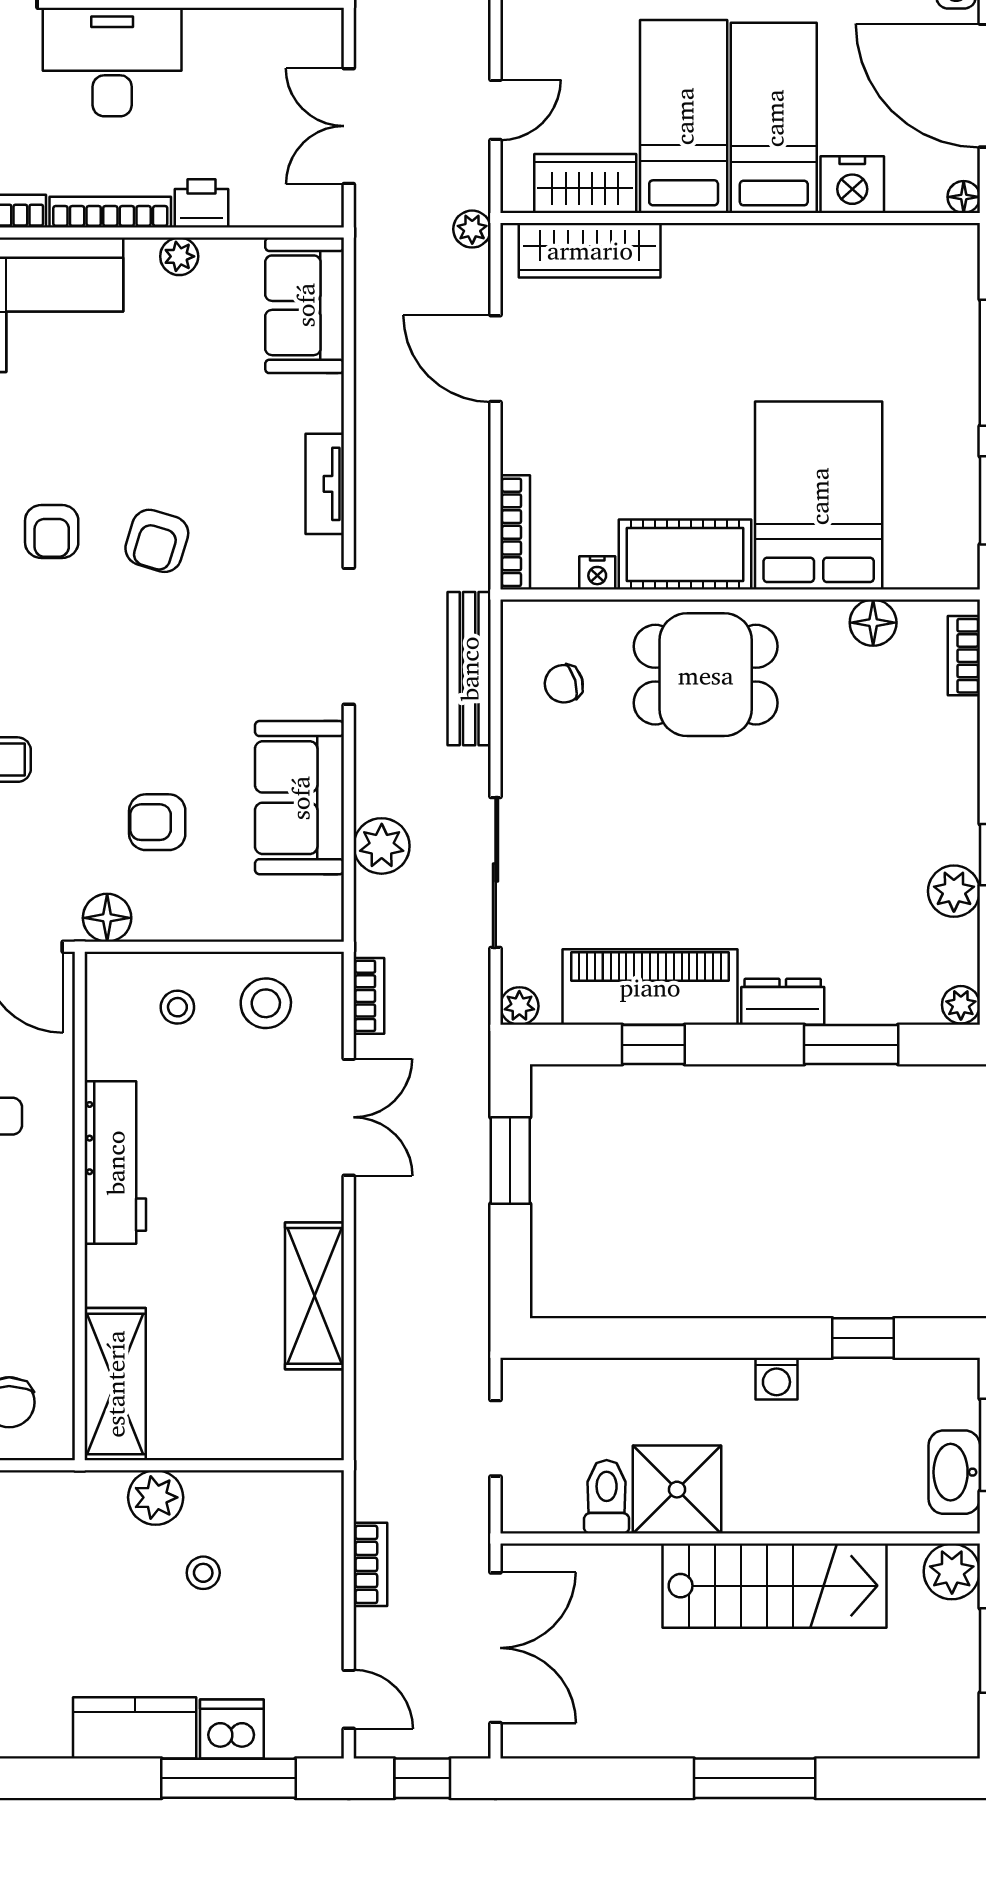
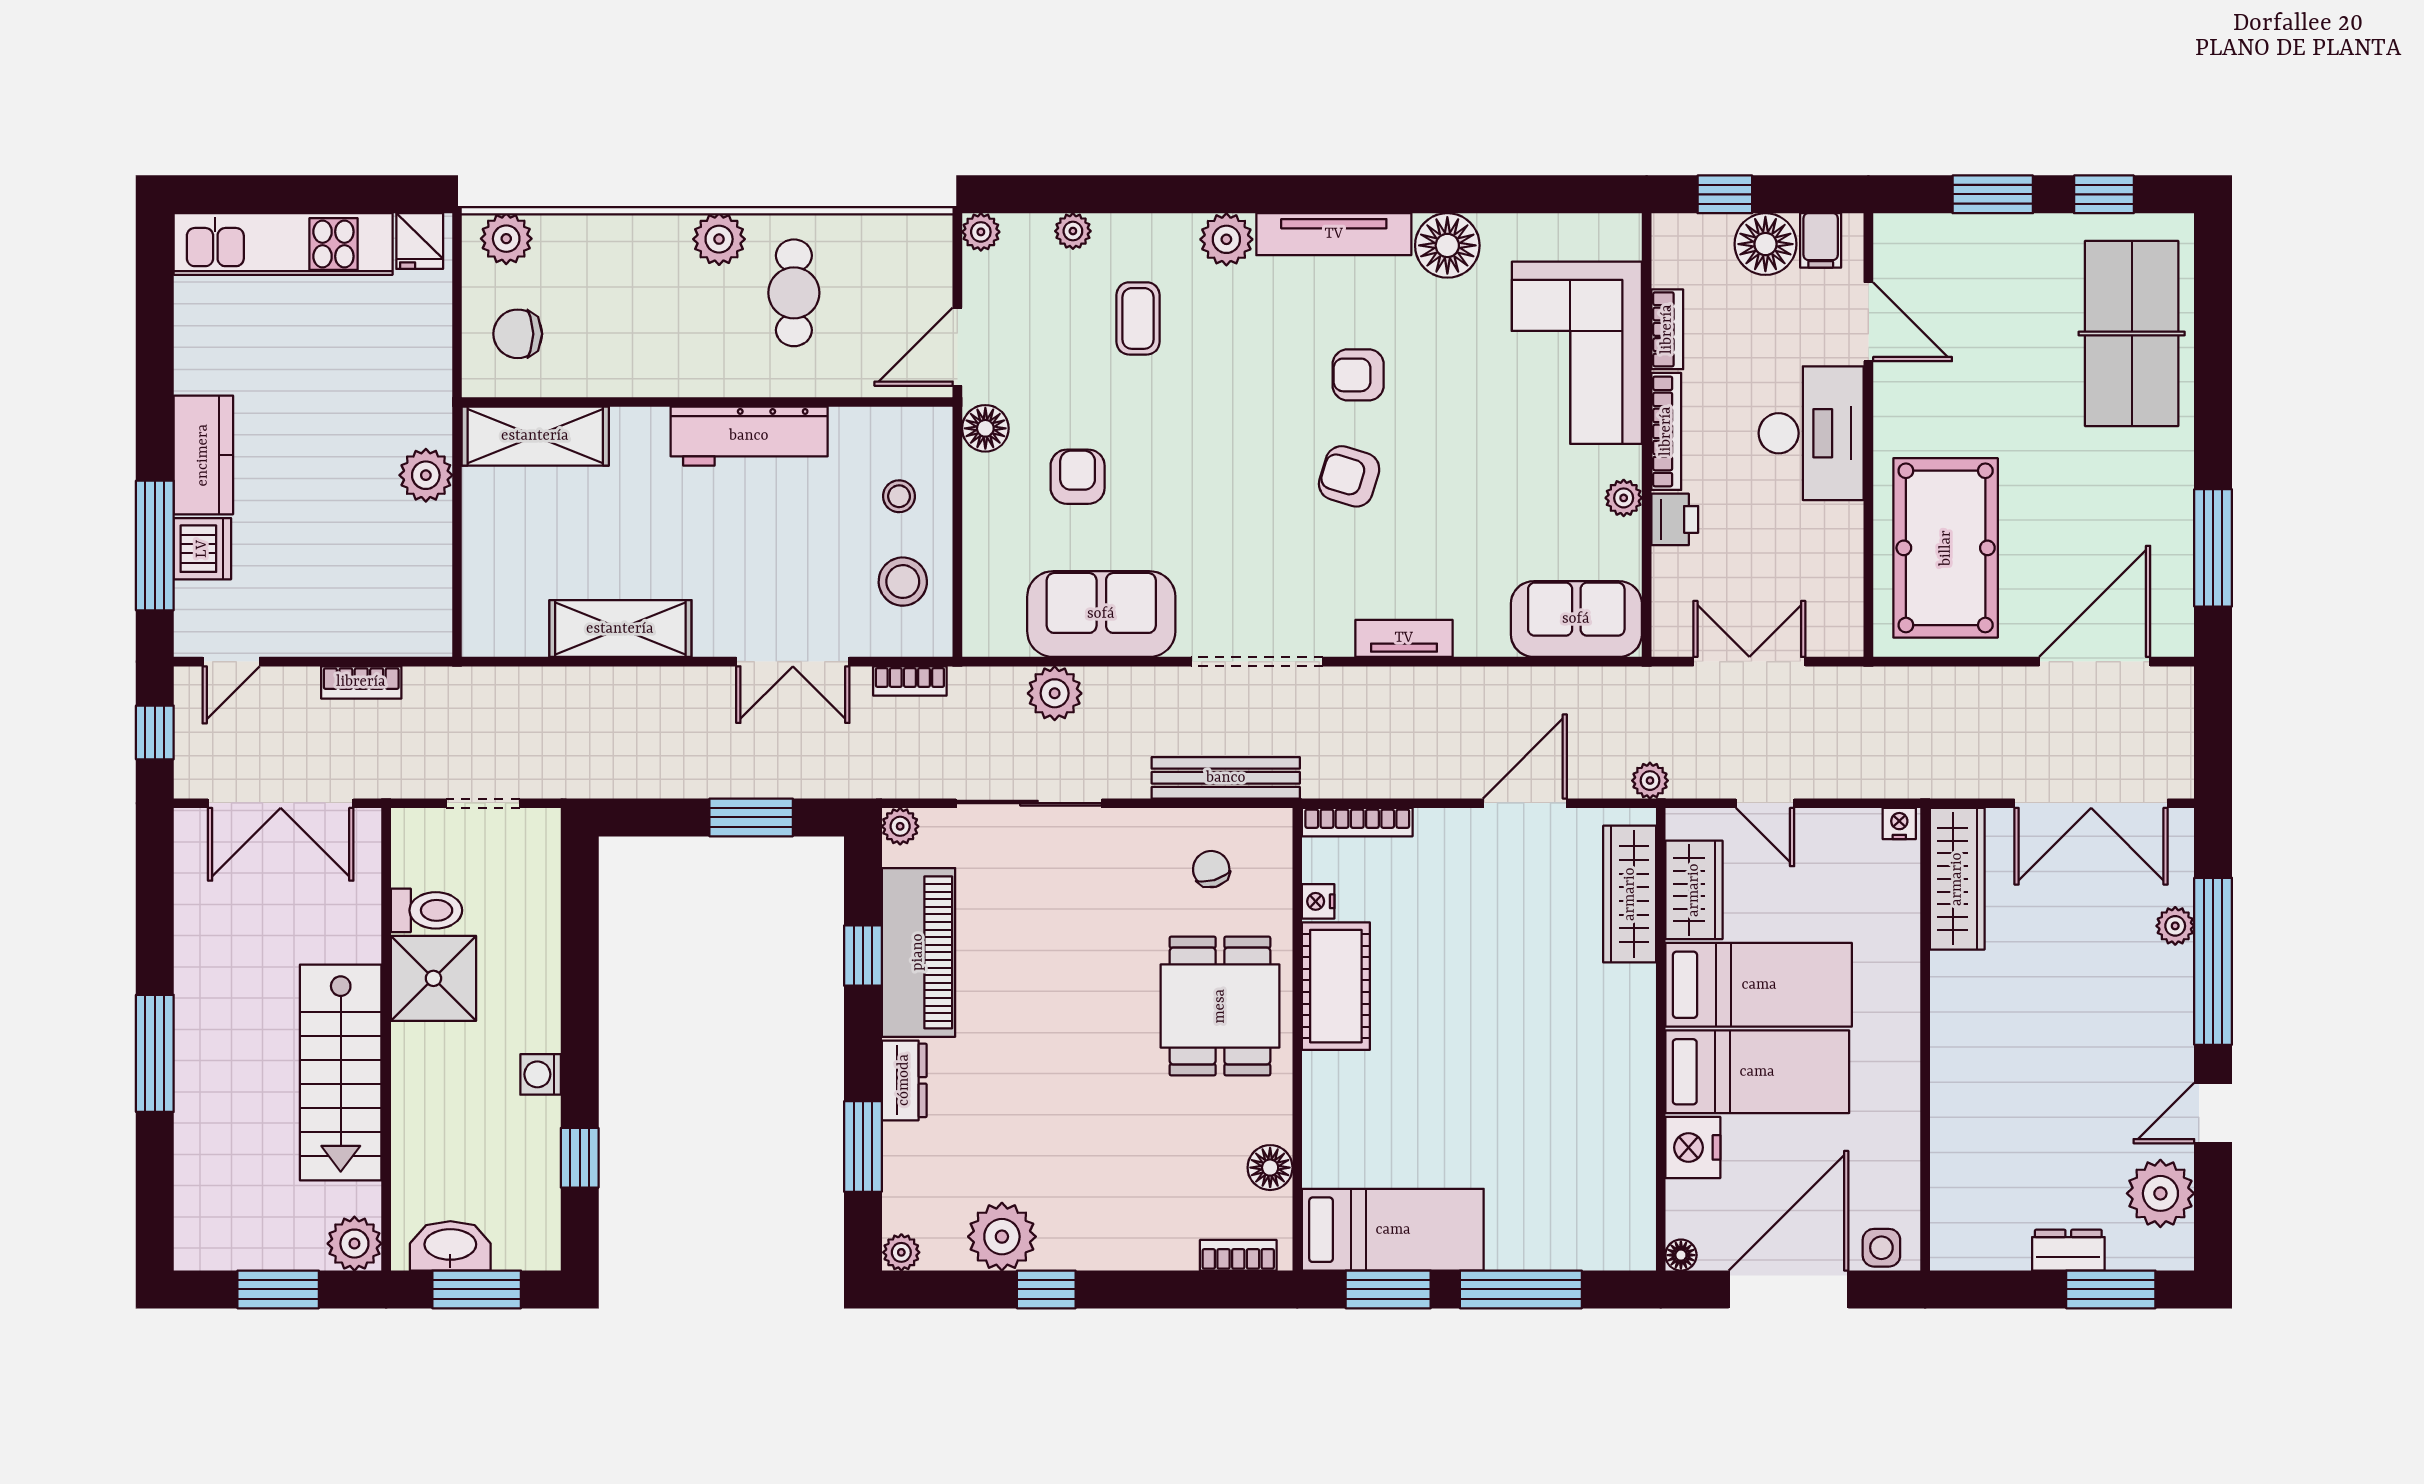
bed: (819, 496) -> (1393, 1230), moved, width x0.67
plant: (954, 891) -> (1002, 1237), width x1.36, depth x1.36
stool: (203, 1573) -> (353, 521), removed

